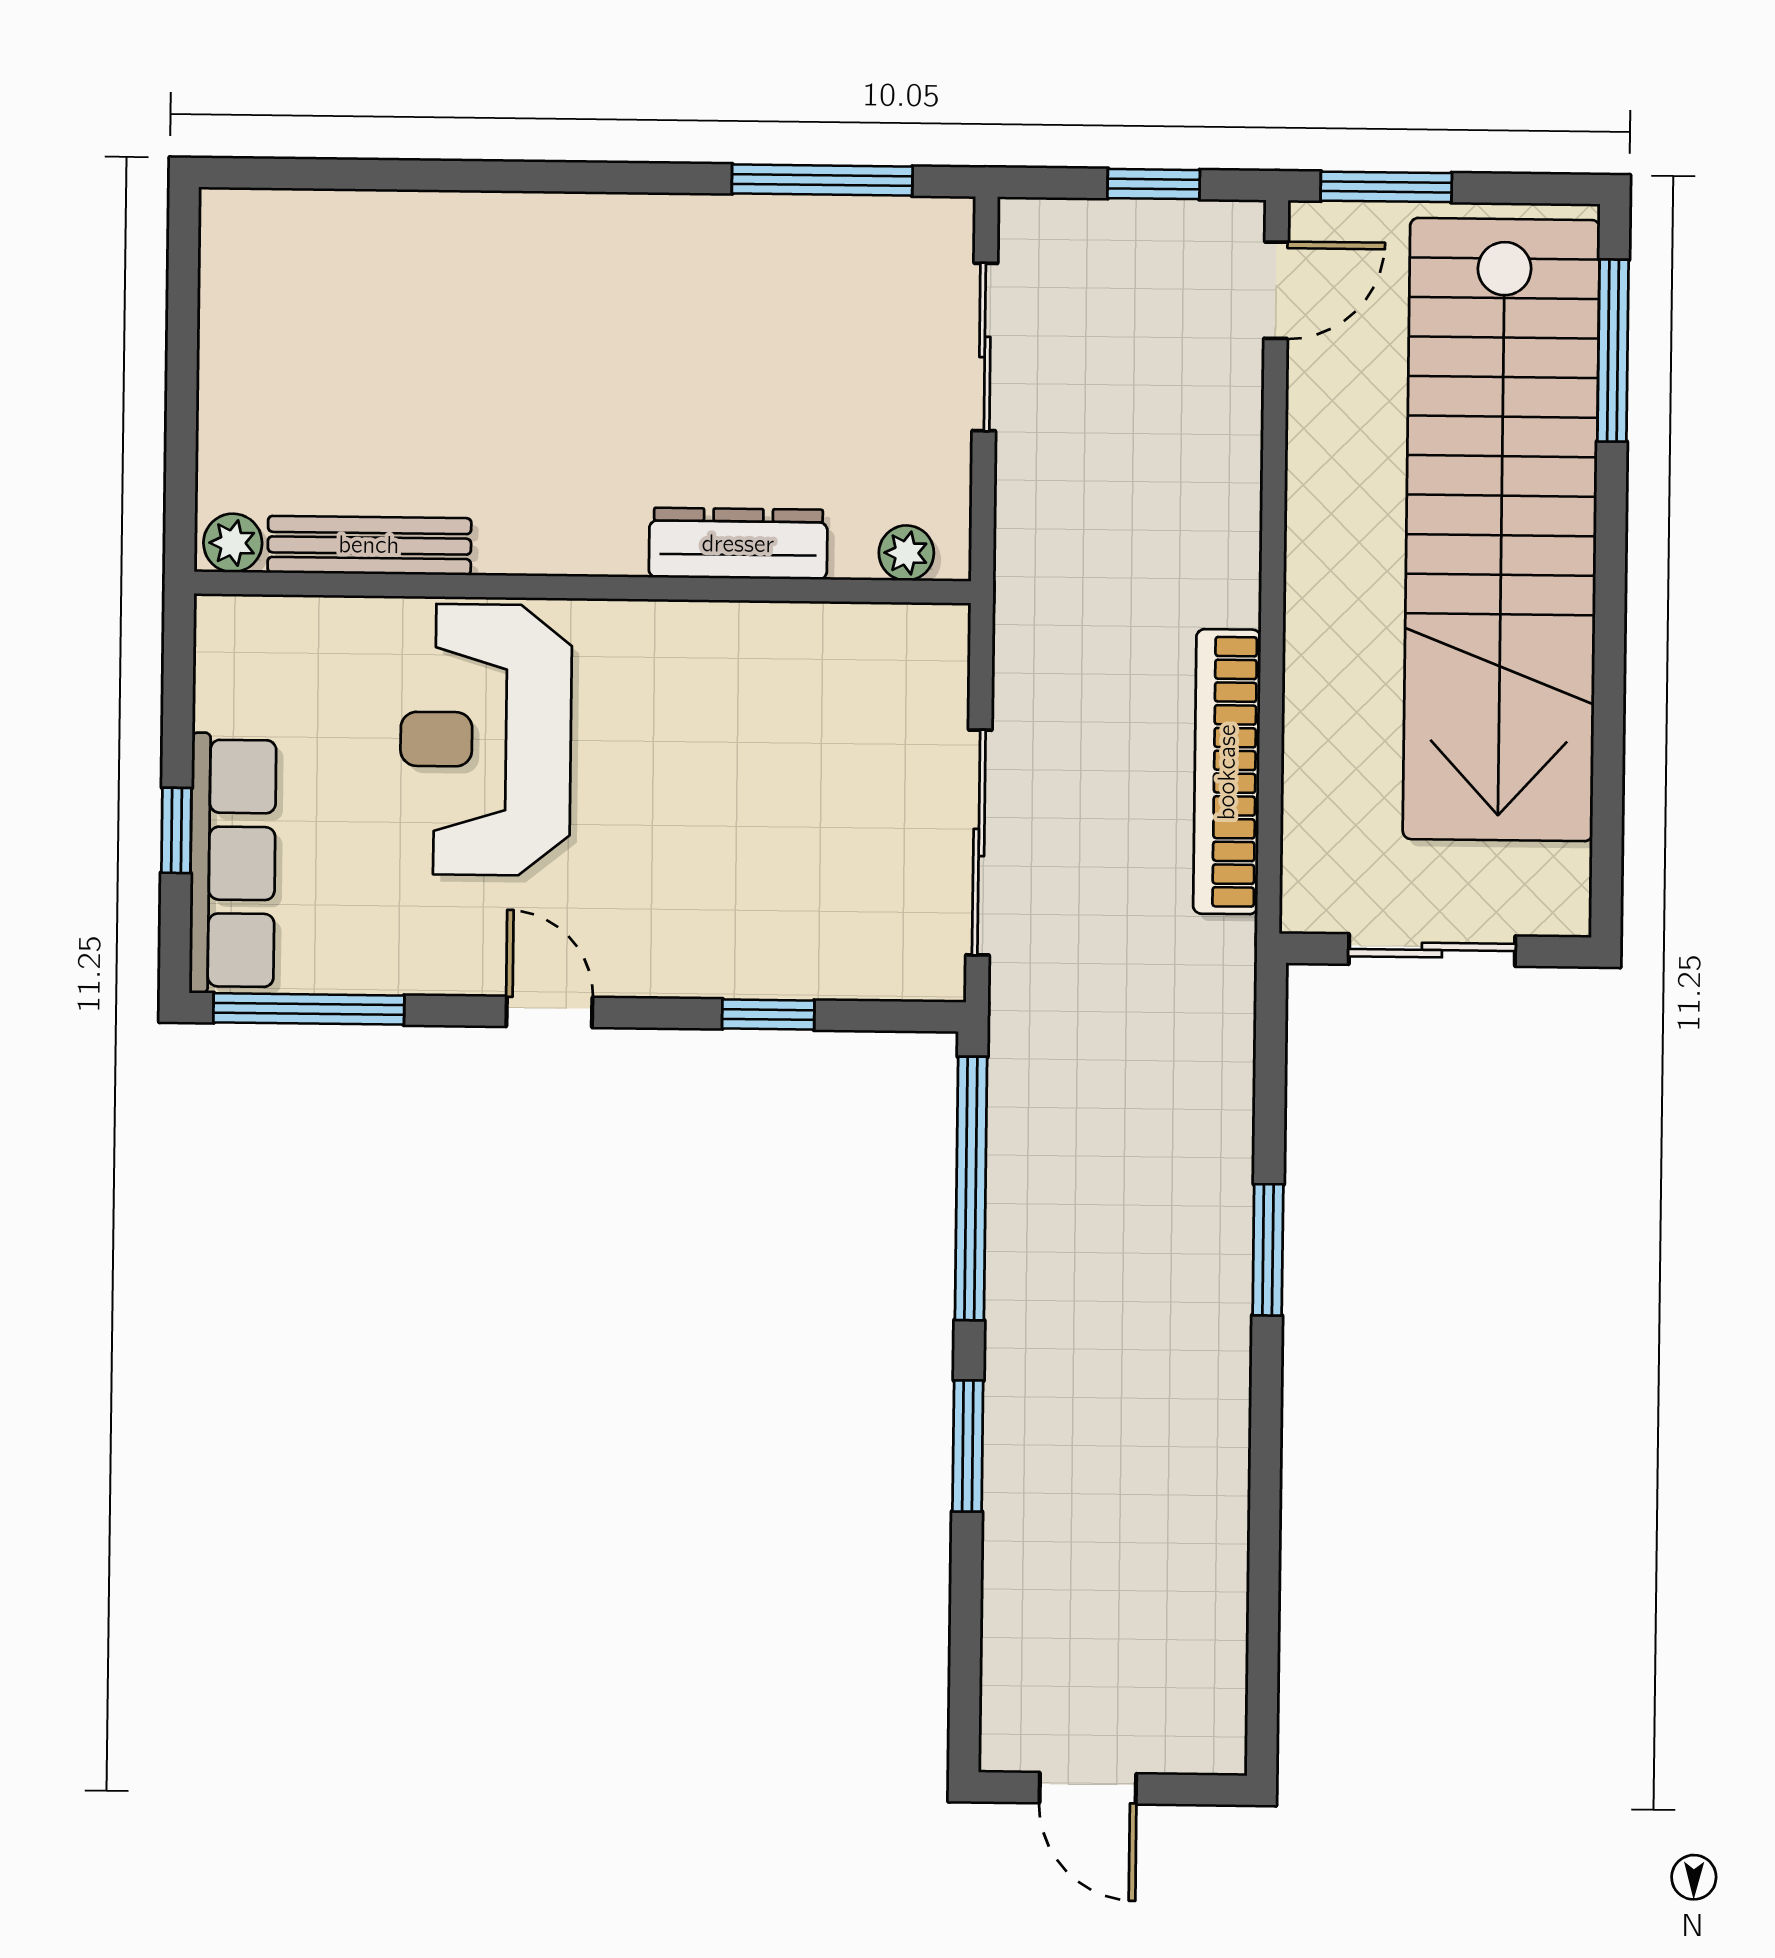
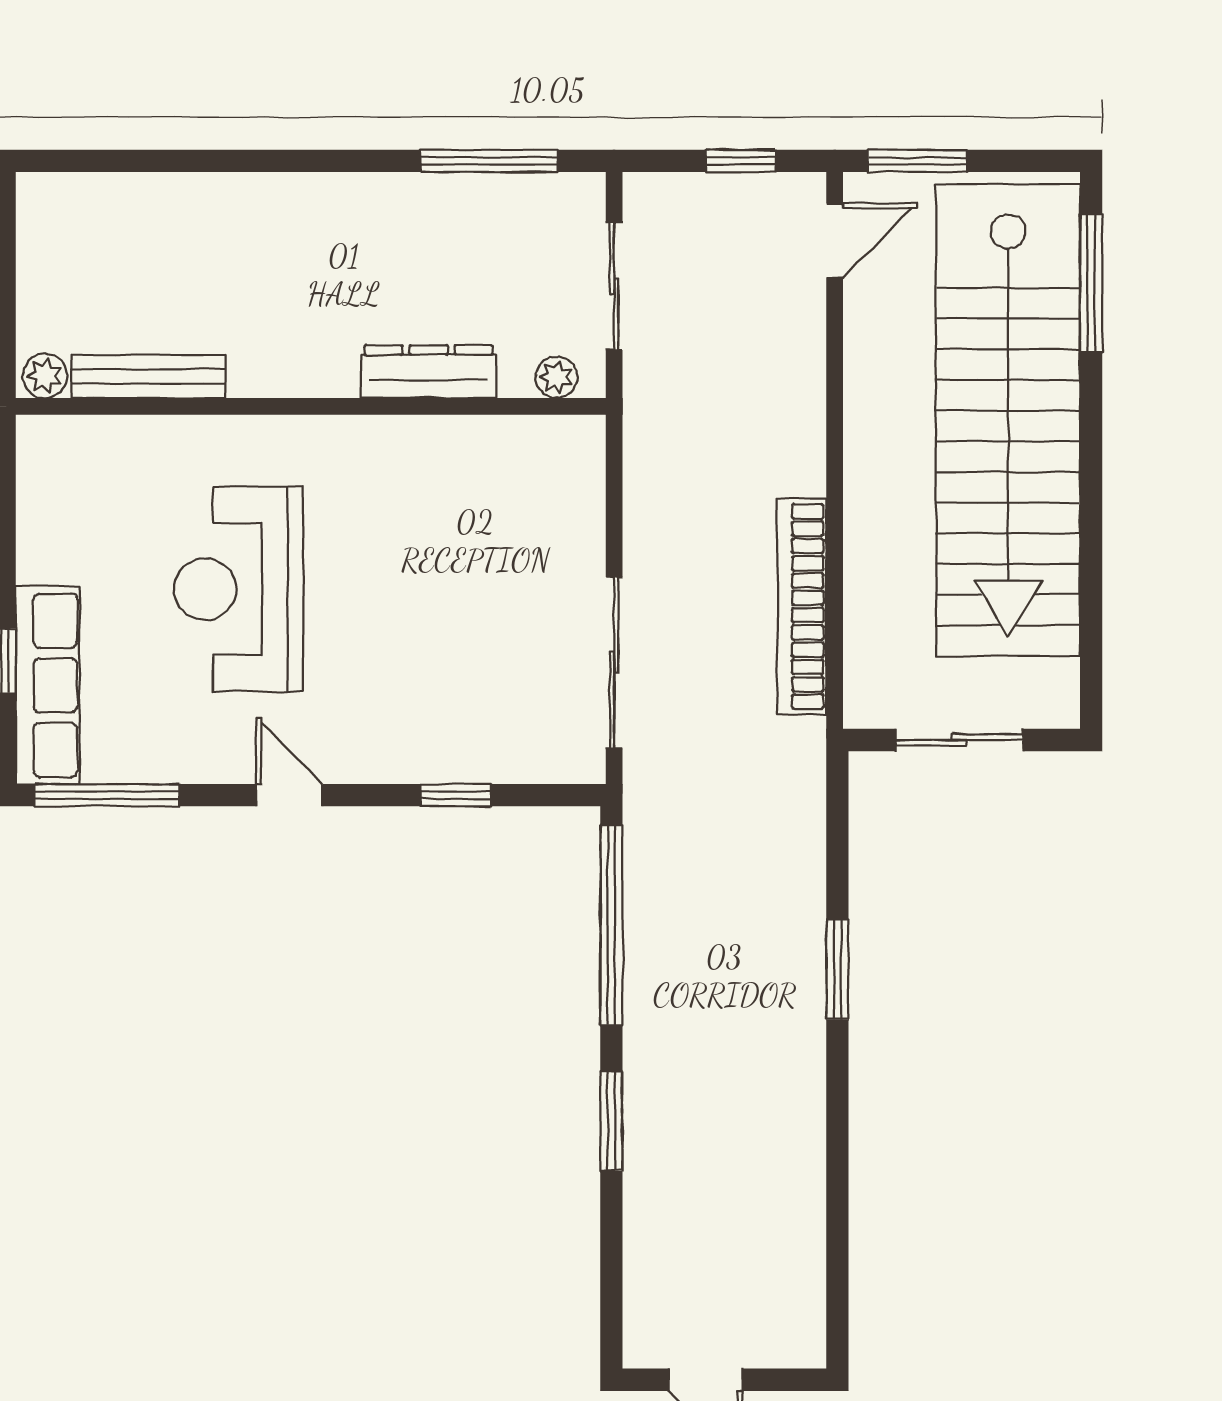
plant: (233, 543) -> (45, 376), moved
dresser: (738, 544) -> (429, 372), moved
bench: (369, 545) -> (149, 376), moved
plant: (906, 553) -> (556, 377), moved
wall: (582, 587) -> (311, 406), moved

